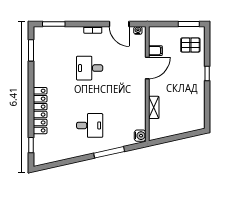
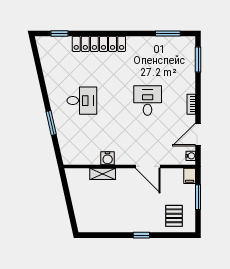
window: (189, 24) -> (198, 197), moved
filing cabinet: (155, 51) -> (190, 176), moved
desk: (90, 125) -> (82, 101), turned -90
water cooler: (140, 136) -> (108, 158), moved
window: (109, 152) -> (51, 123), width x0.69

